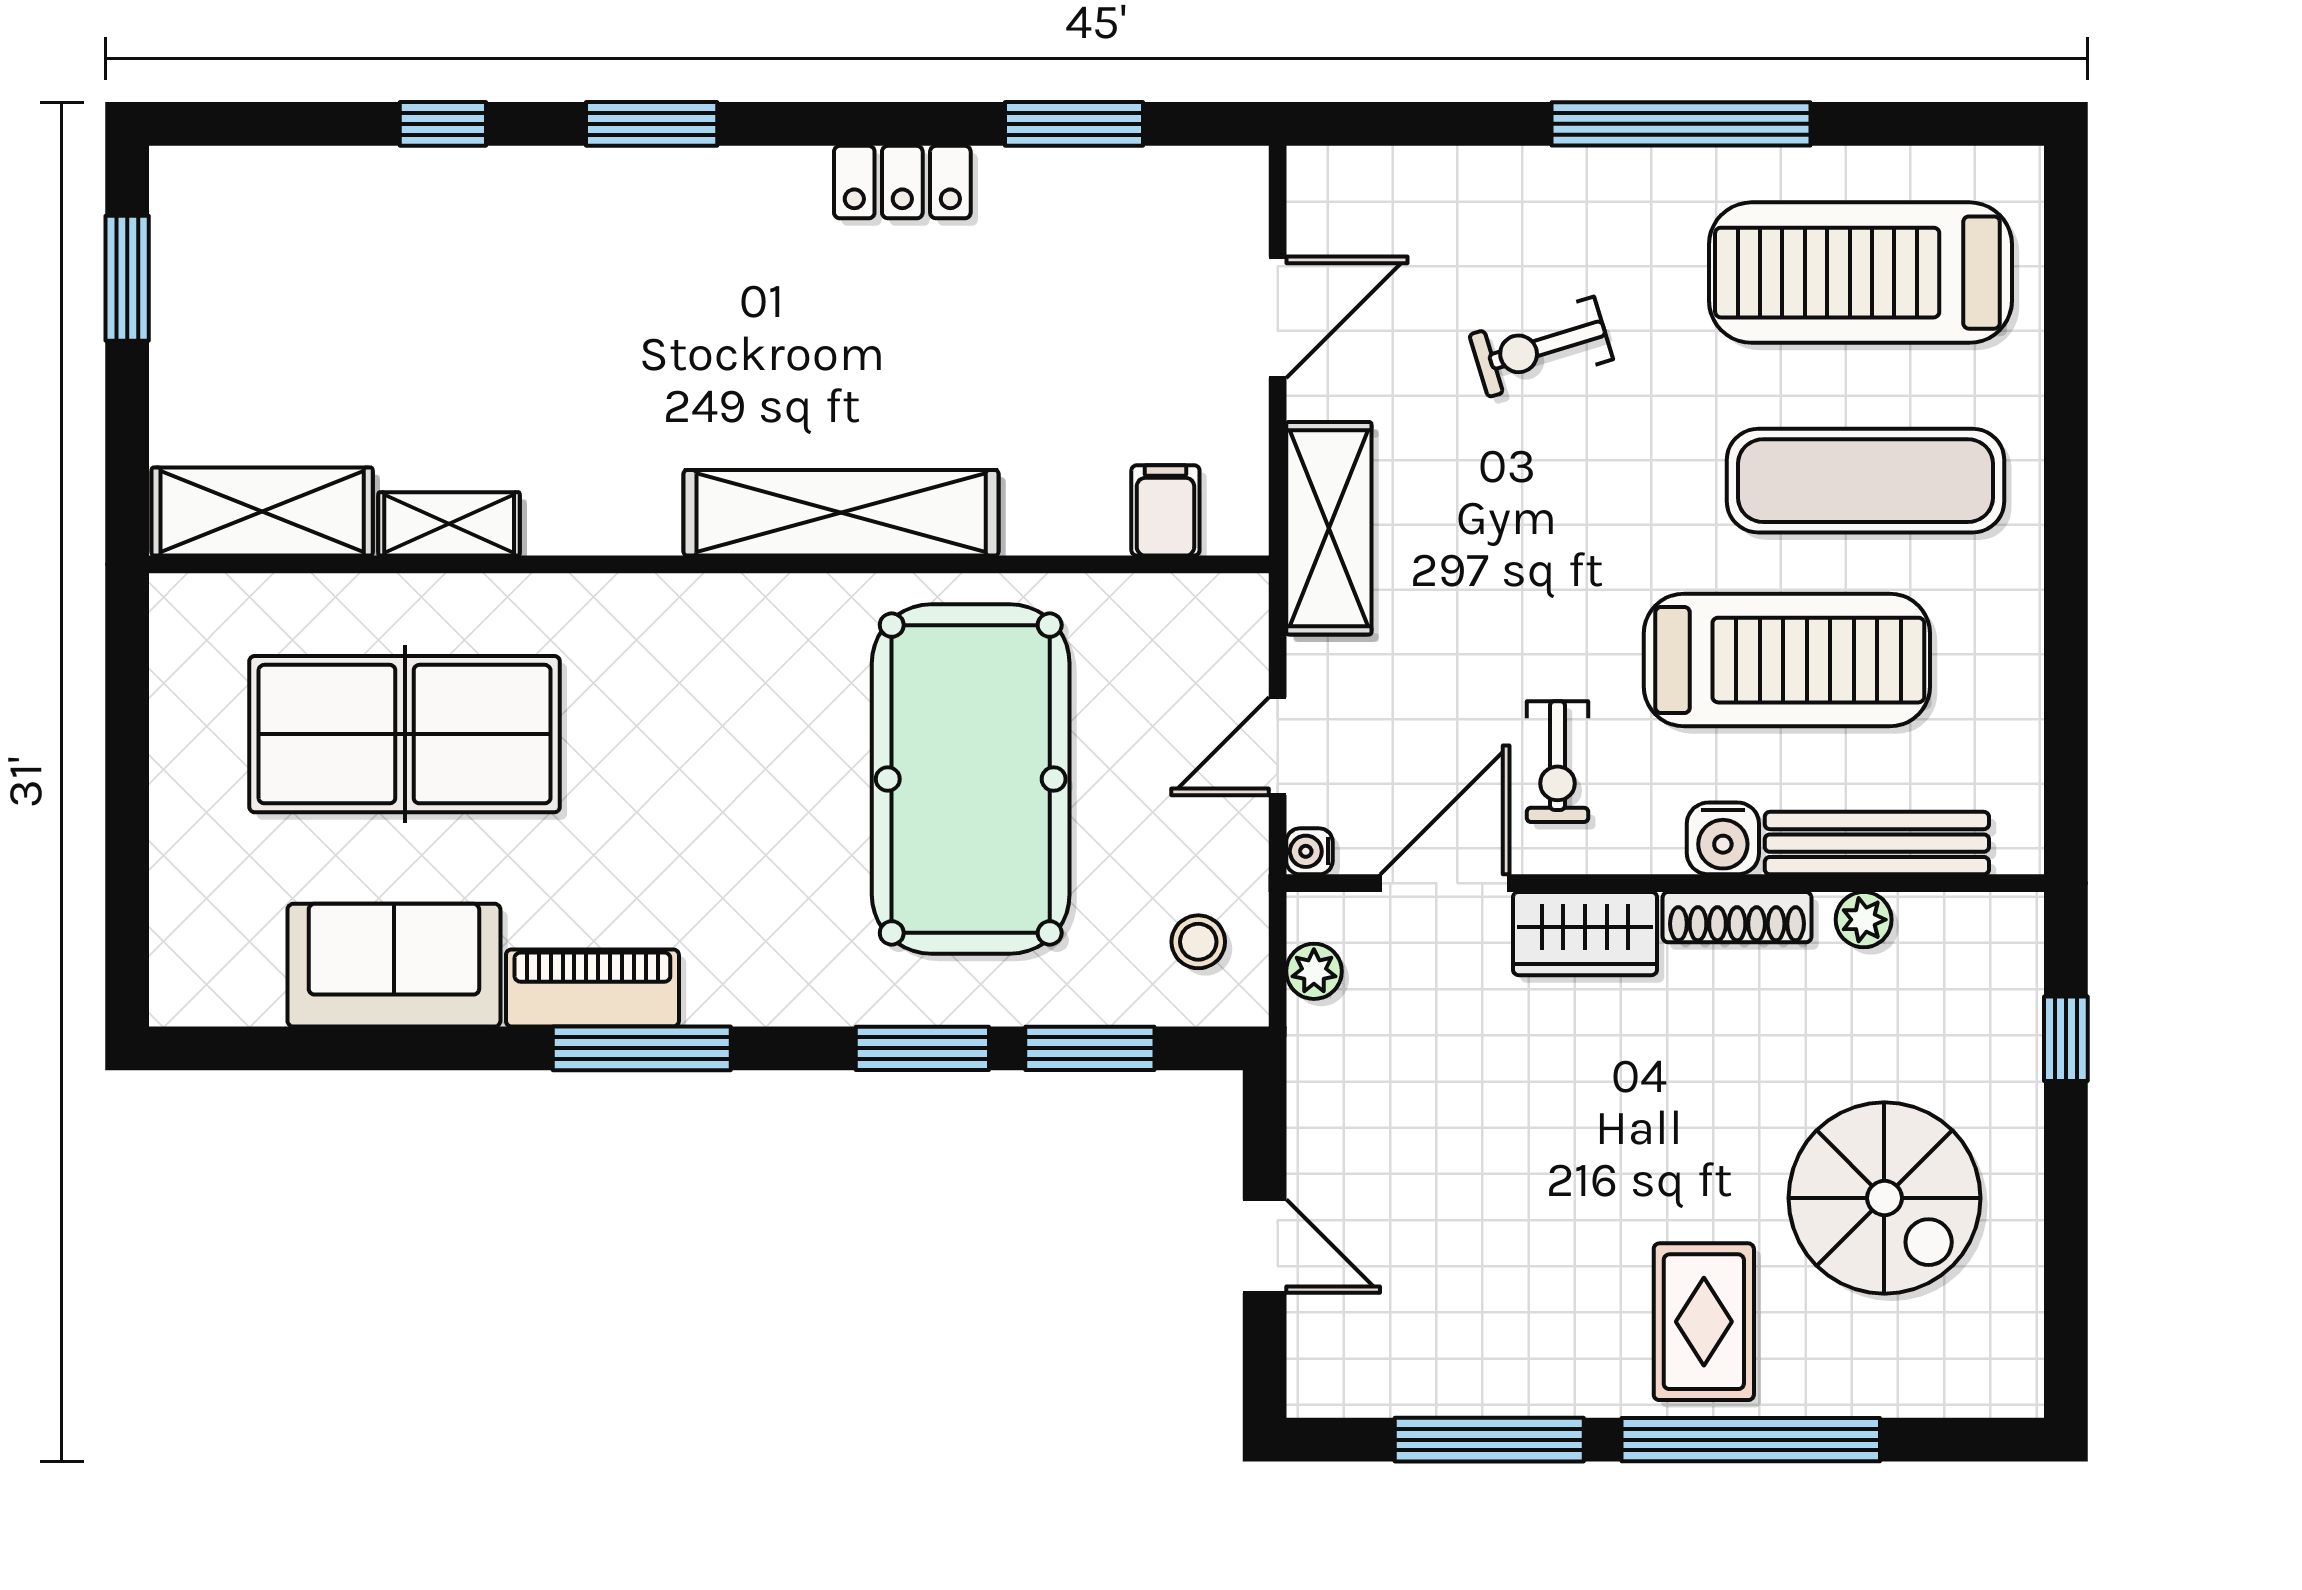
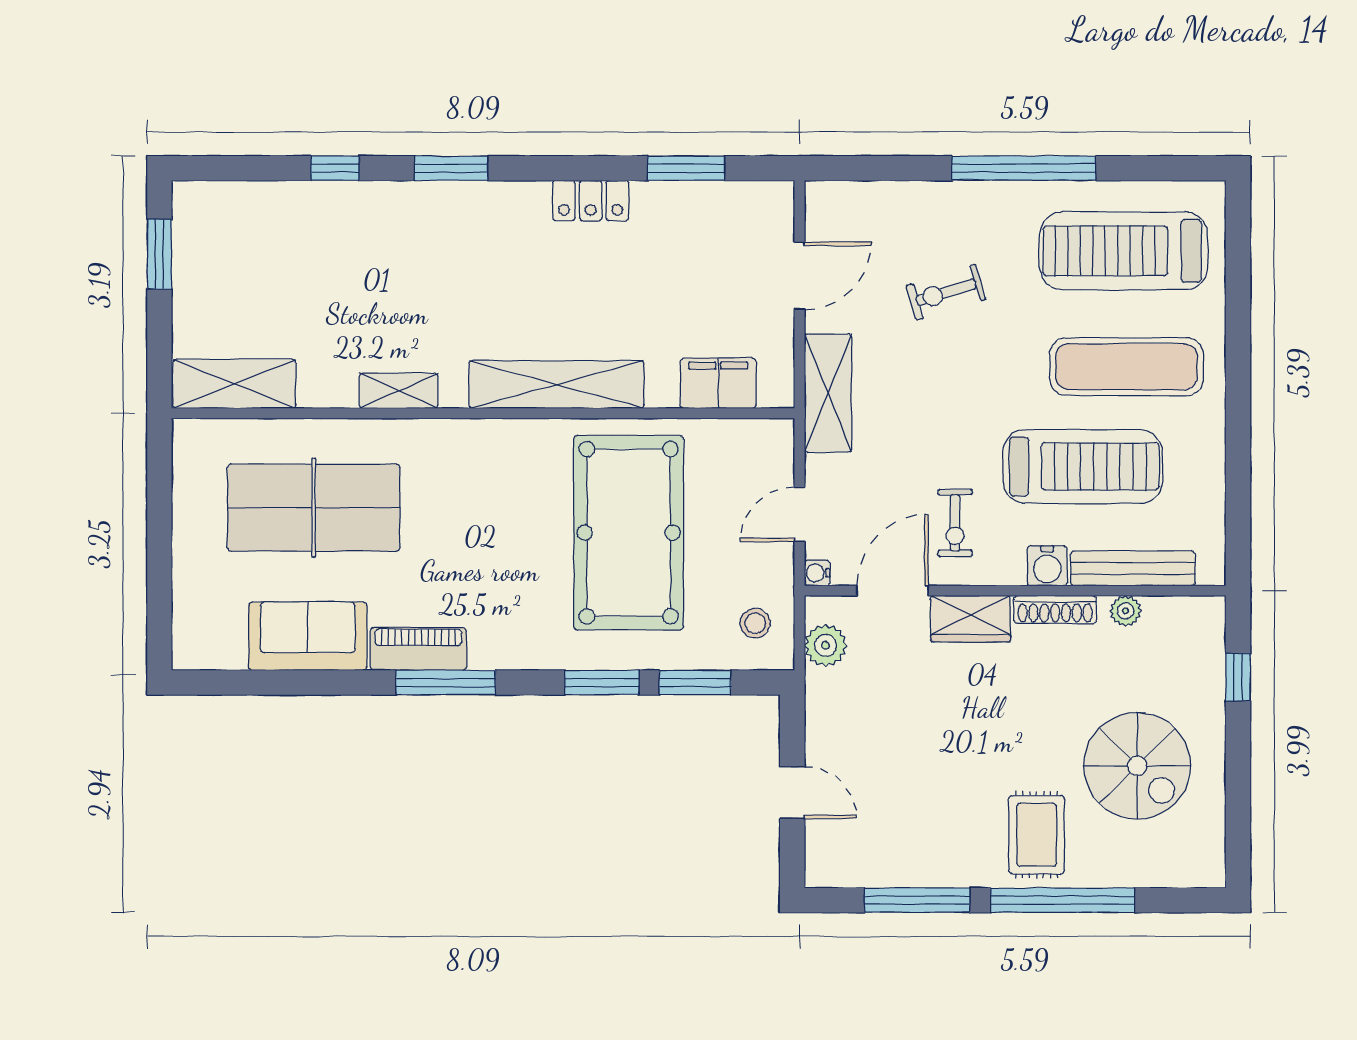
filing cabinet: (1165, 510) -> (718, 383), width x2.00
shelving: (449, 524) -> (399, 391), moved
plant: (1314, 971) -> (825, 645), width x1.38, depth x1.38

